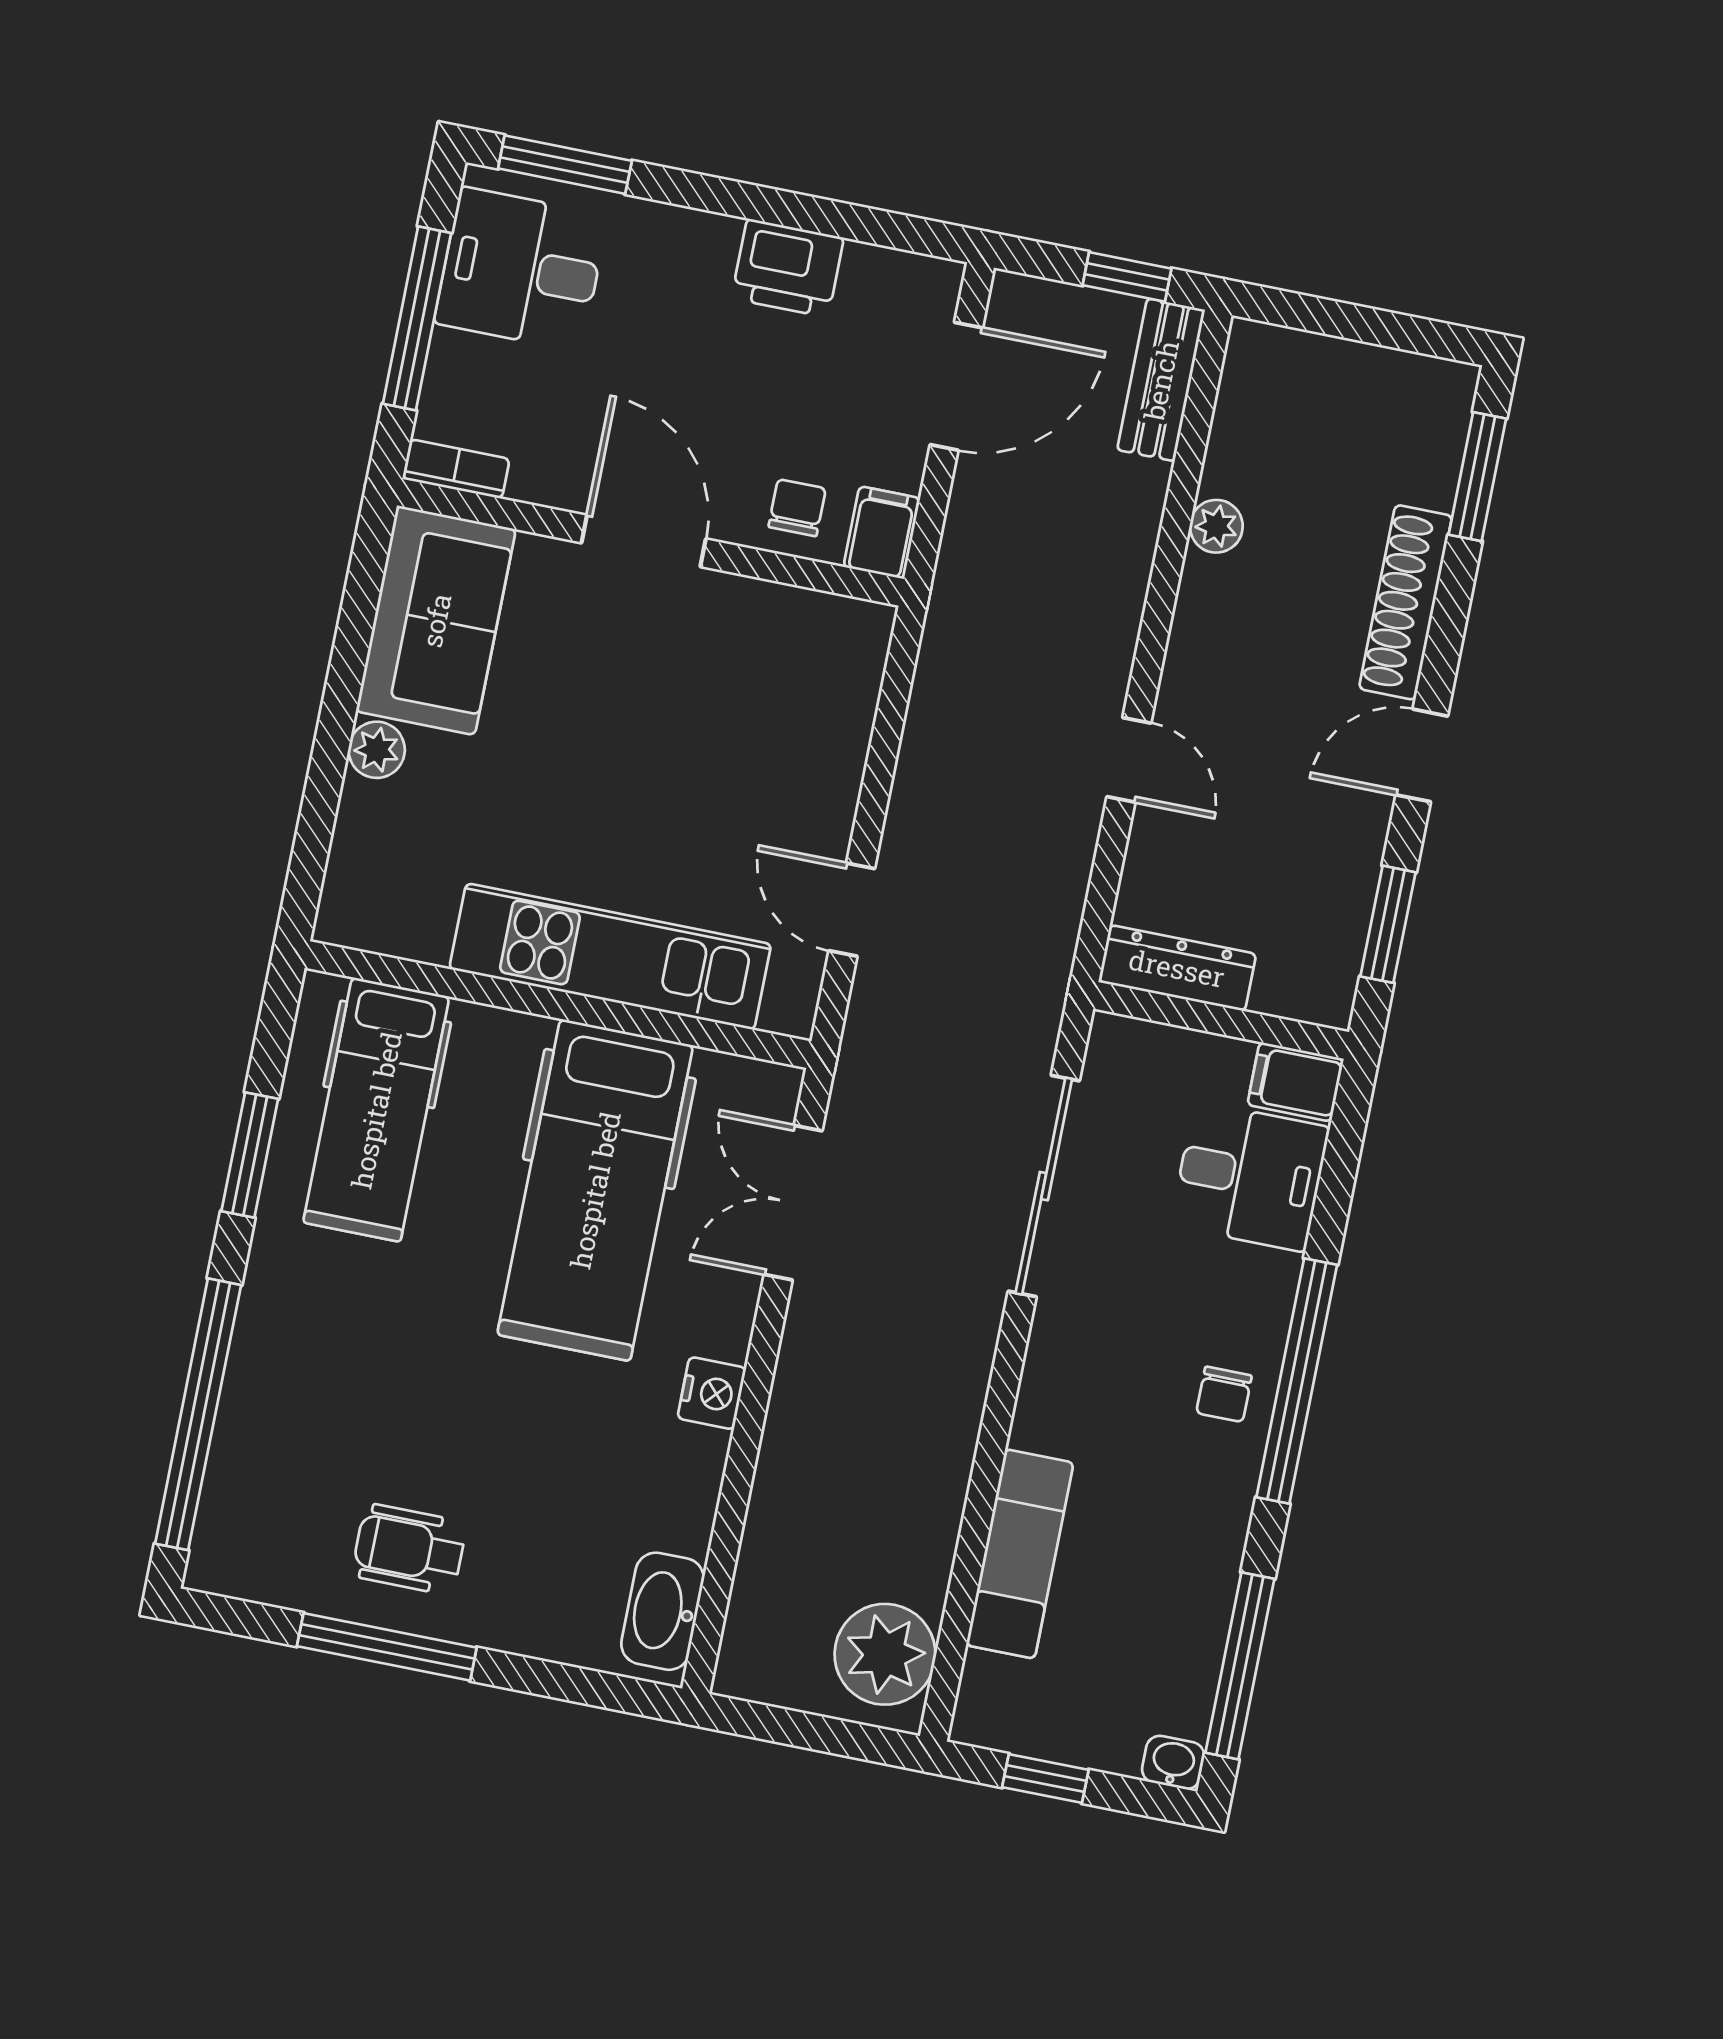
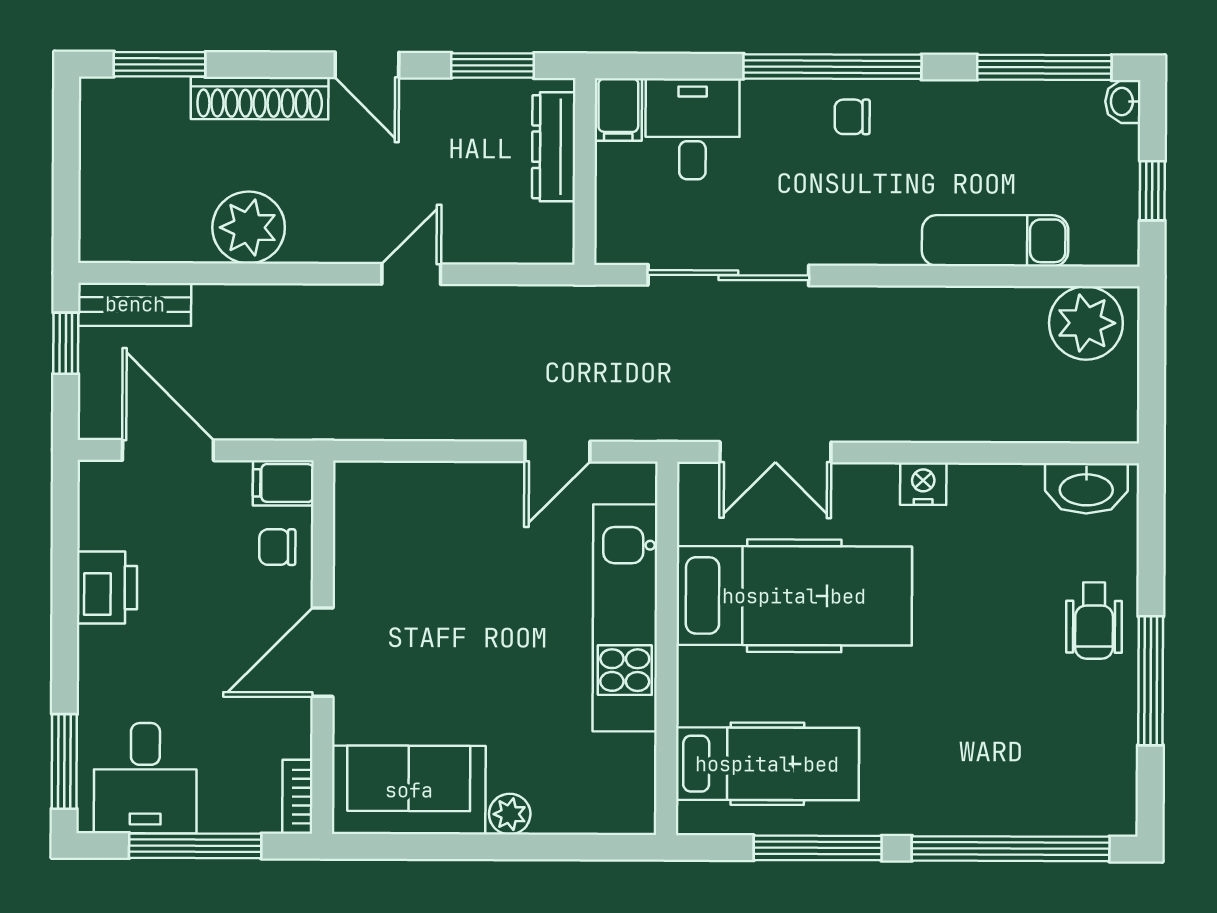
plant: (1216, 526) -> (249, 227), width x1.88, depth x1.88
dresser: (1177, 968) -> (554, 147), moved
window: (250, 1155) -> (818, 848), width x1.44
chair: (1224, 1394) -> (852, 117), turned 180
wheelchair: (409, 1549) -> (1094, 621), moved

